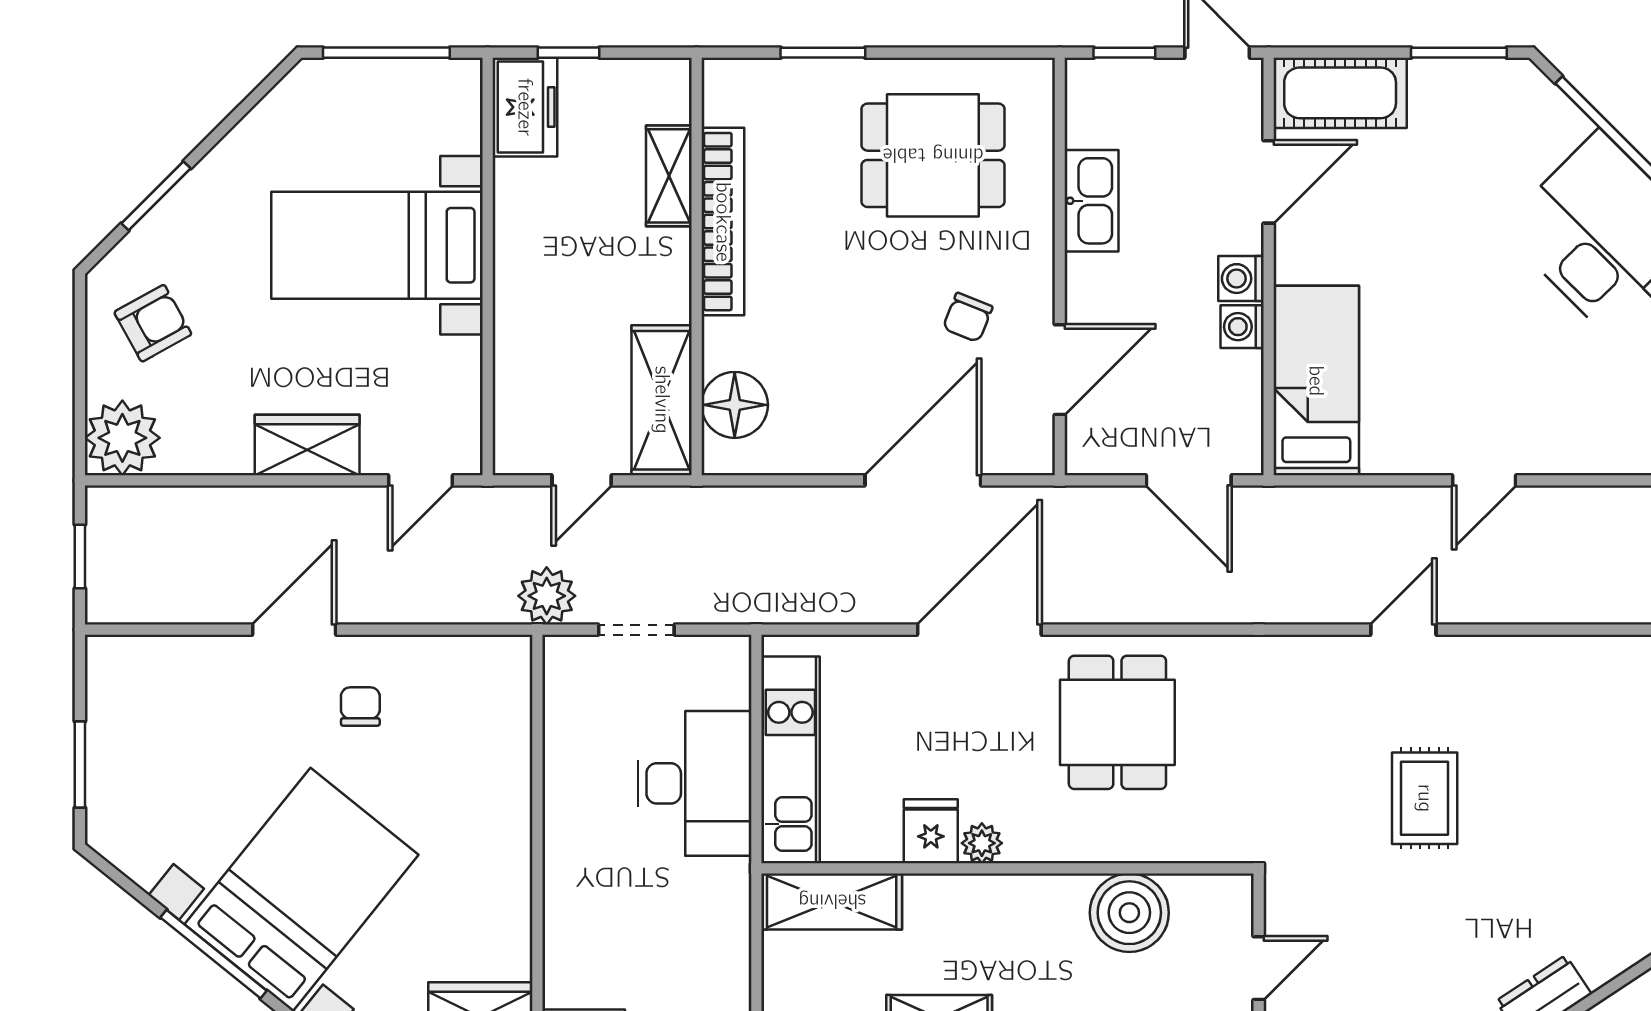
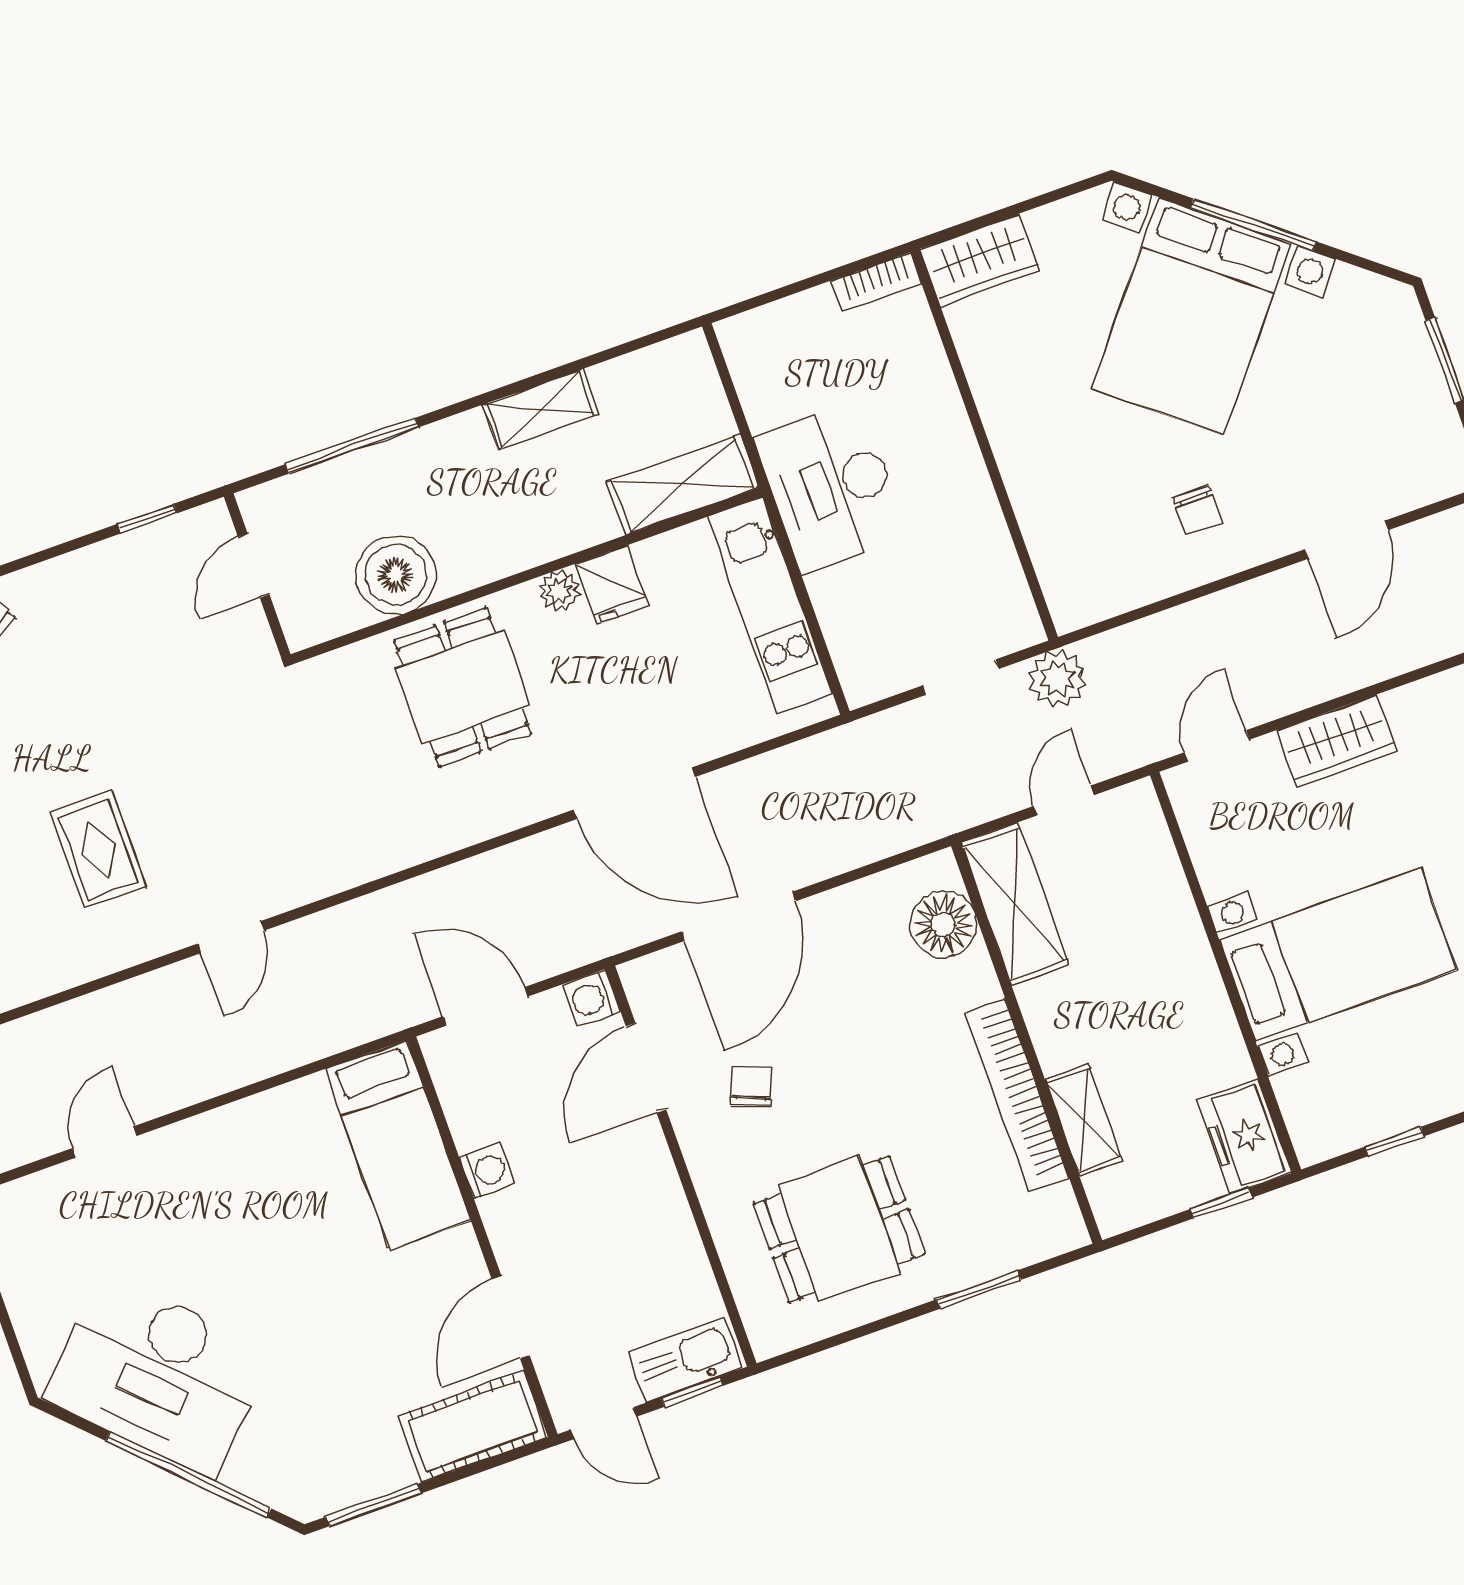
window: (386, 53) -> (1394, 1142), width x0.46
kitchen sink: (1092, 201) -> (686, 1360), moved, turned 90
washing machine: (1241, 279) -> (592, 998), moved, turned 180
door: (1484, 480) -> (104, 1142), moved
door: (294, 630) -> (1346, 540), moved
door: (979, 630) -> (634, 793), hinge flipped
dining table: (1117, 722) -> (463, 687), moved
desk: (694, 783) -> (831, 487), moved
rug: (1425, 798) -> (98, 850), moved

